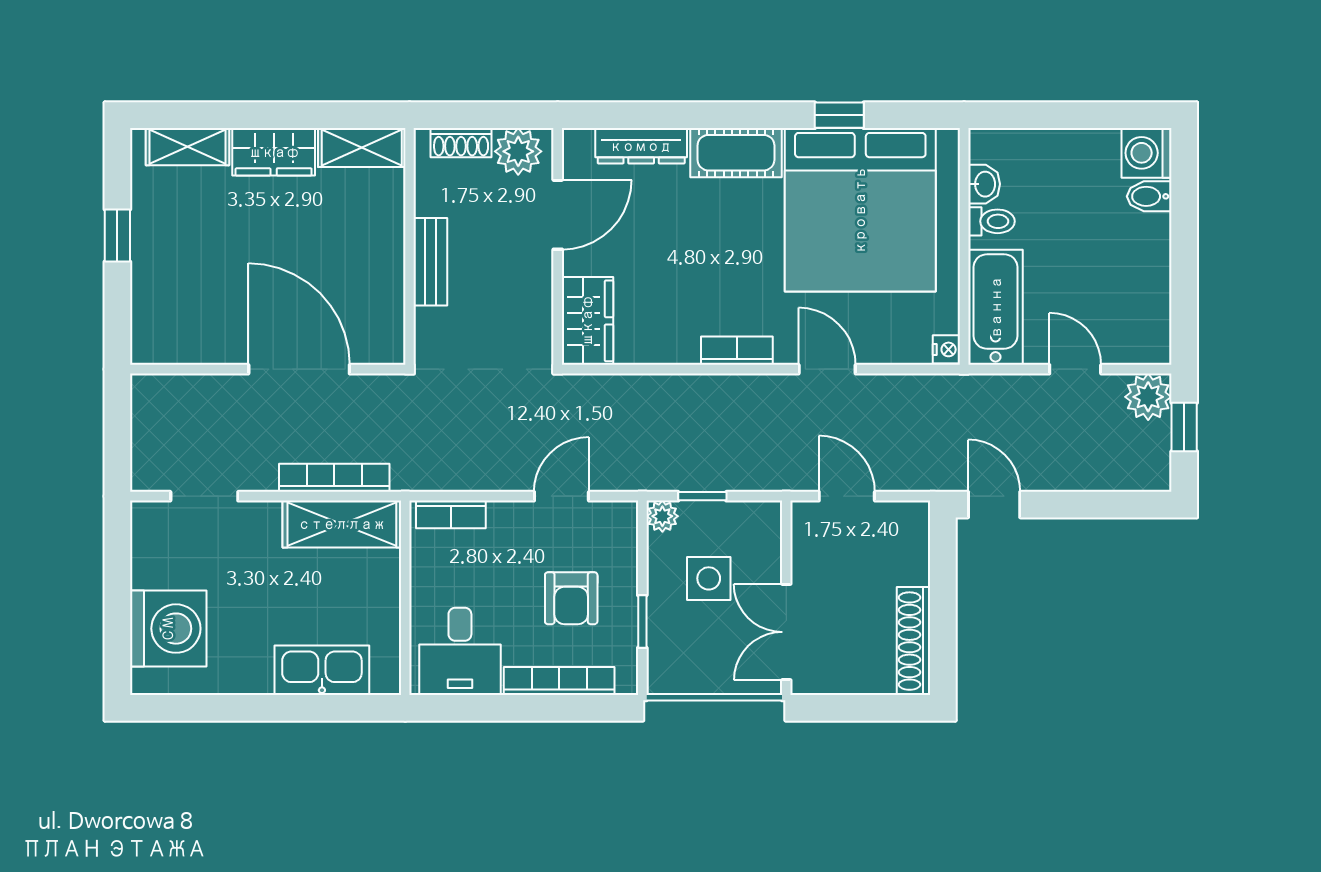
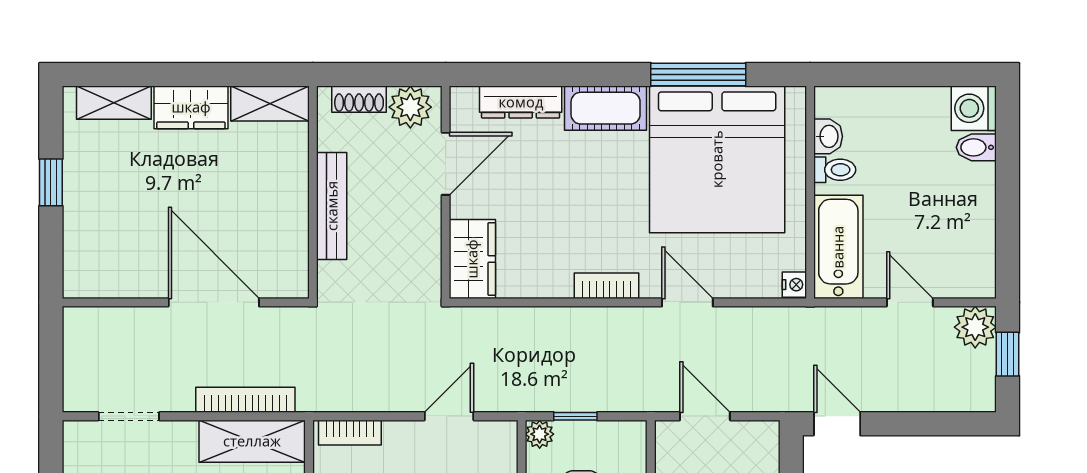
window: (839, 115) -> (698, 75), width x2.17
bench: (430, 262) -> (332, 206), width x1.36

